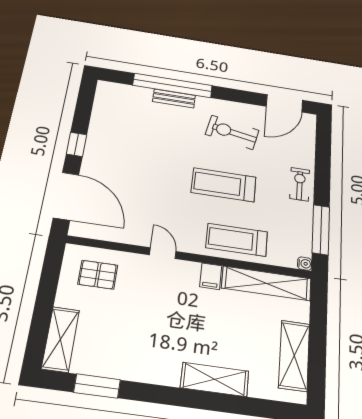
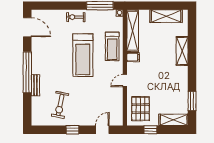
window: (173, 85) -> (27, 72), moved
exercise bike: (232, 132) -> (60, 105), moved
treadmill: (224, 185) -> (83, 55), width x1.37, depth x1.38
door: (66, 196) -> (102, 130), width x0.53
pallet: (98, 275) -> (141, 109), width x1.50, depth x1.42
window: (48, 288) -> (150, 130), added

